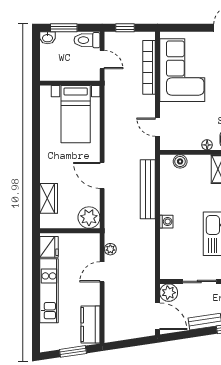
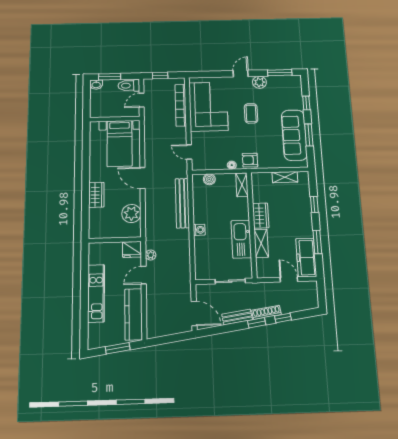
door: (102, 60) -> (142, 100), swing flipped
door: (102, 175) -> (142, 178), moved
wardrobe: (49, 198) -> (96, 195), moved
plant: (89, 218) -> (131, 214), moved
fridge: (49, 247) -> (132, 249), moved, turned 90
plant: (169, 293) -> (203, 292), removed
kitchen counter: (90, 325) -> (133, 314), width x1.50

